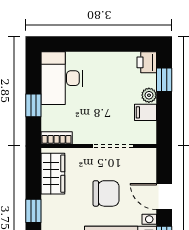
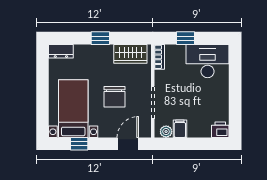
window: (164, 80) -> (206, 144), removed
plant: (149, 95) -> (166, 132), moved
door: (164, 197) -> (128, 144), moved

